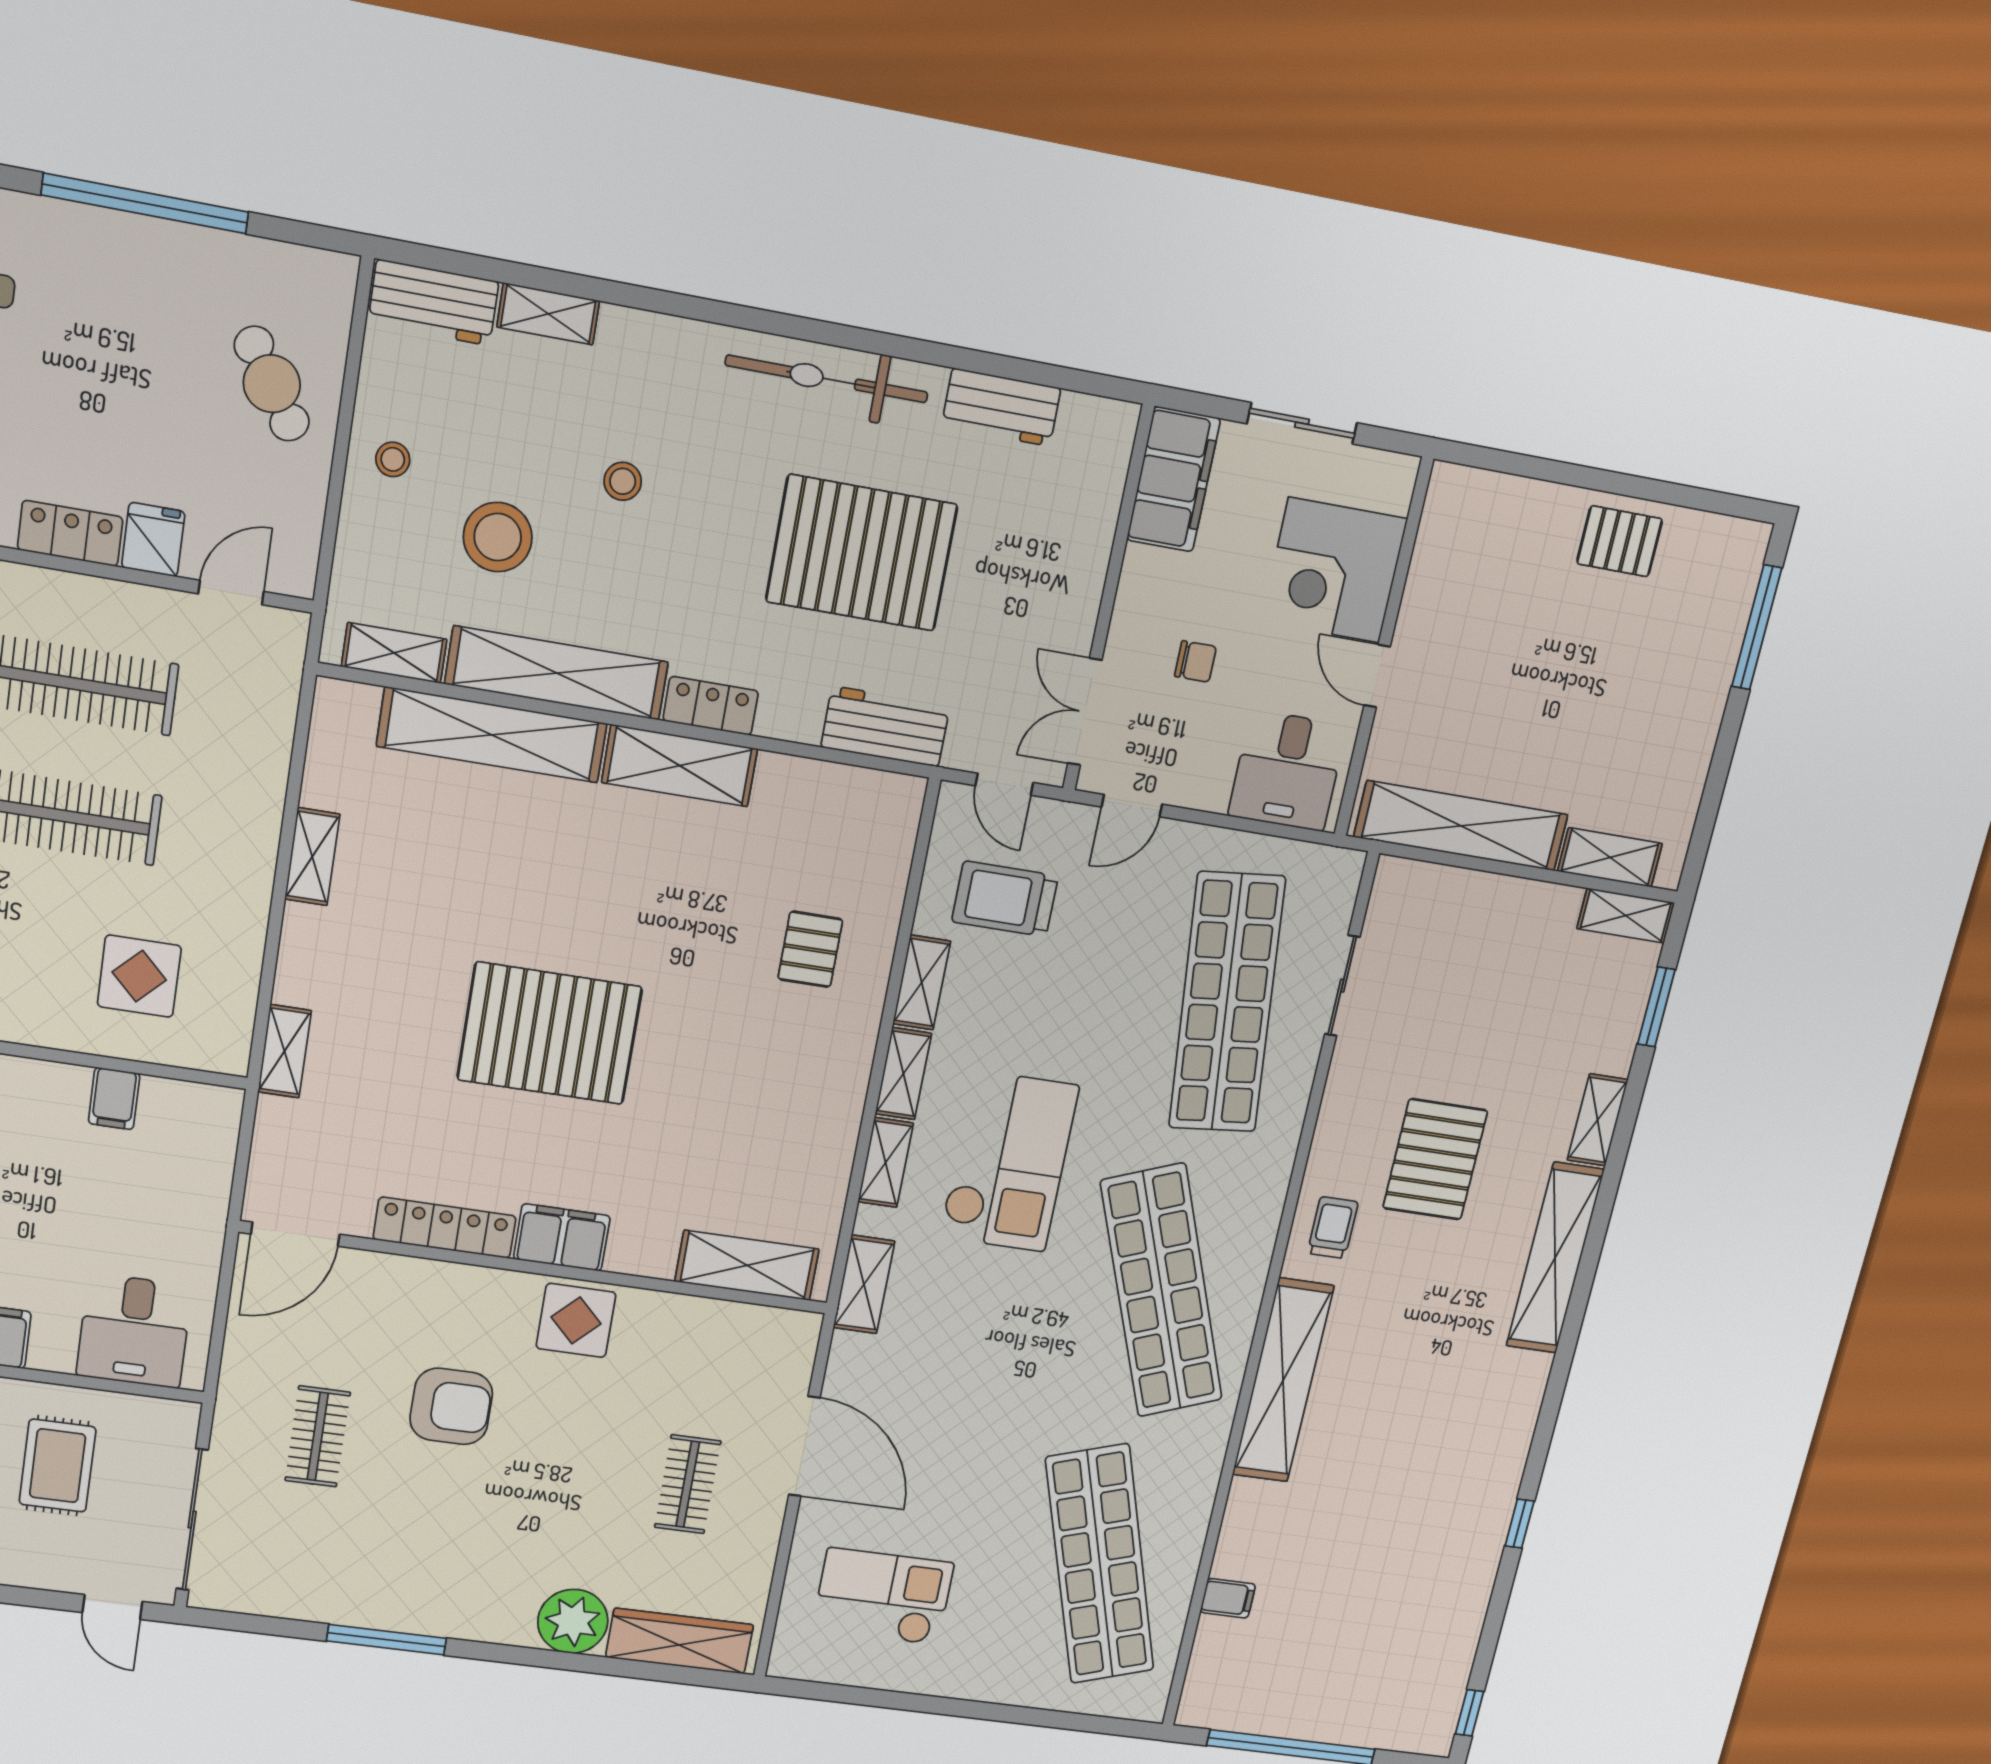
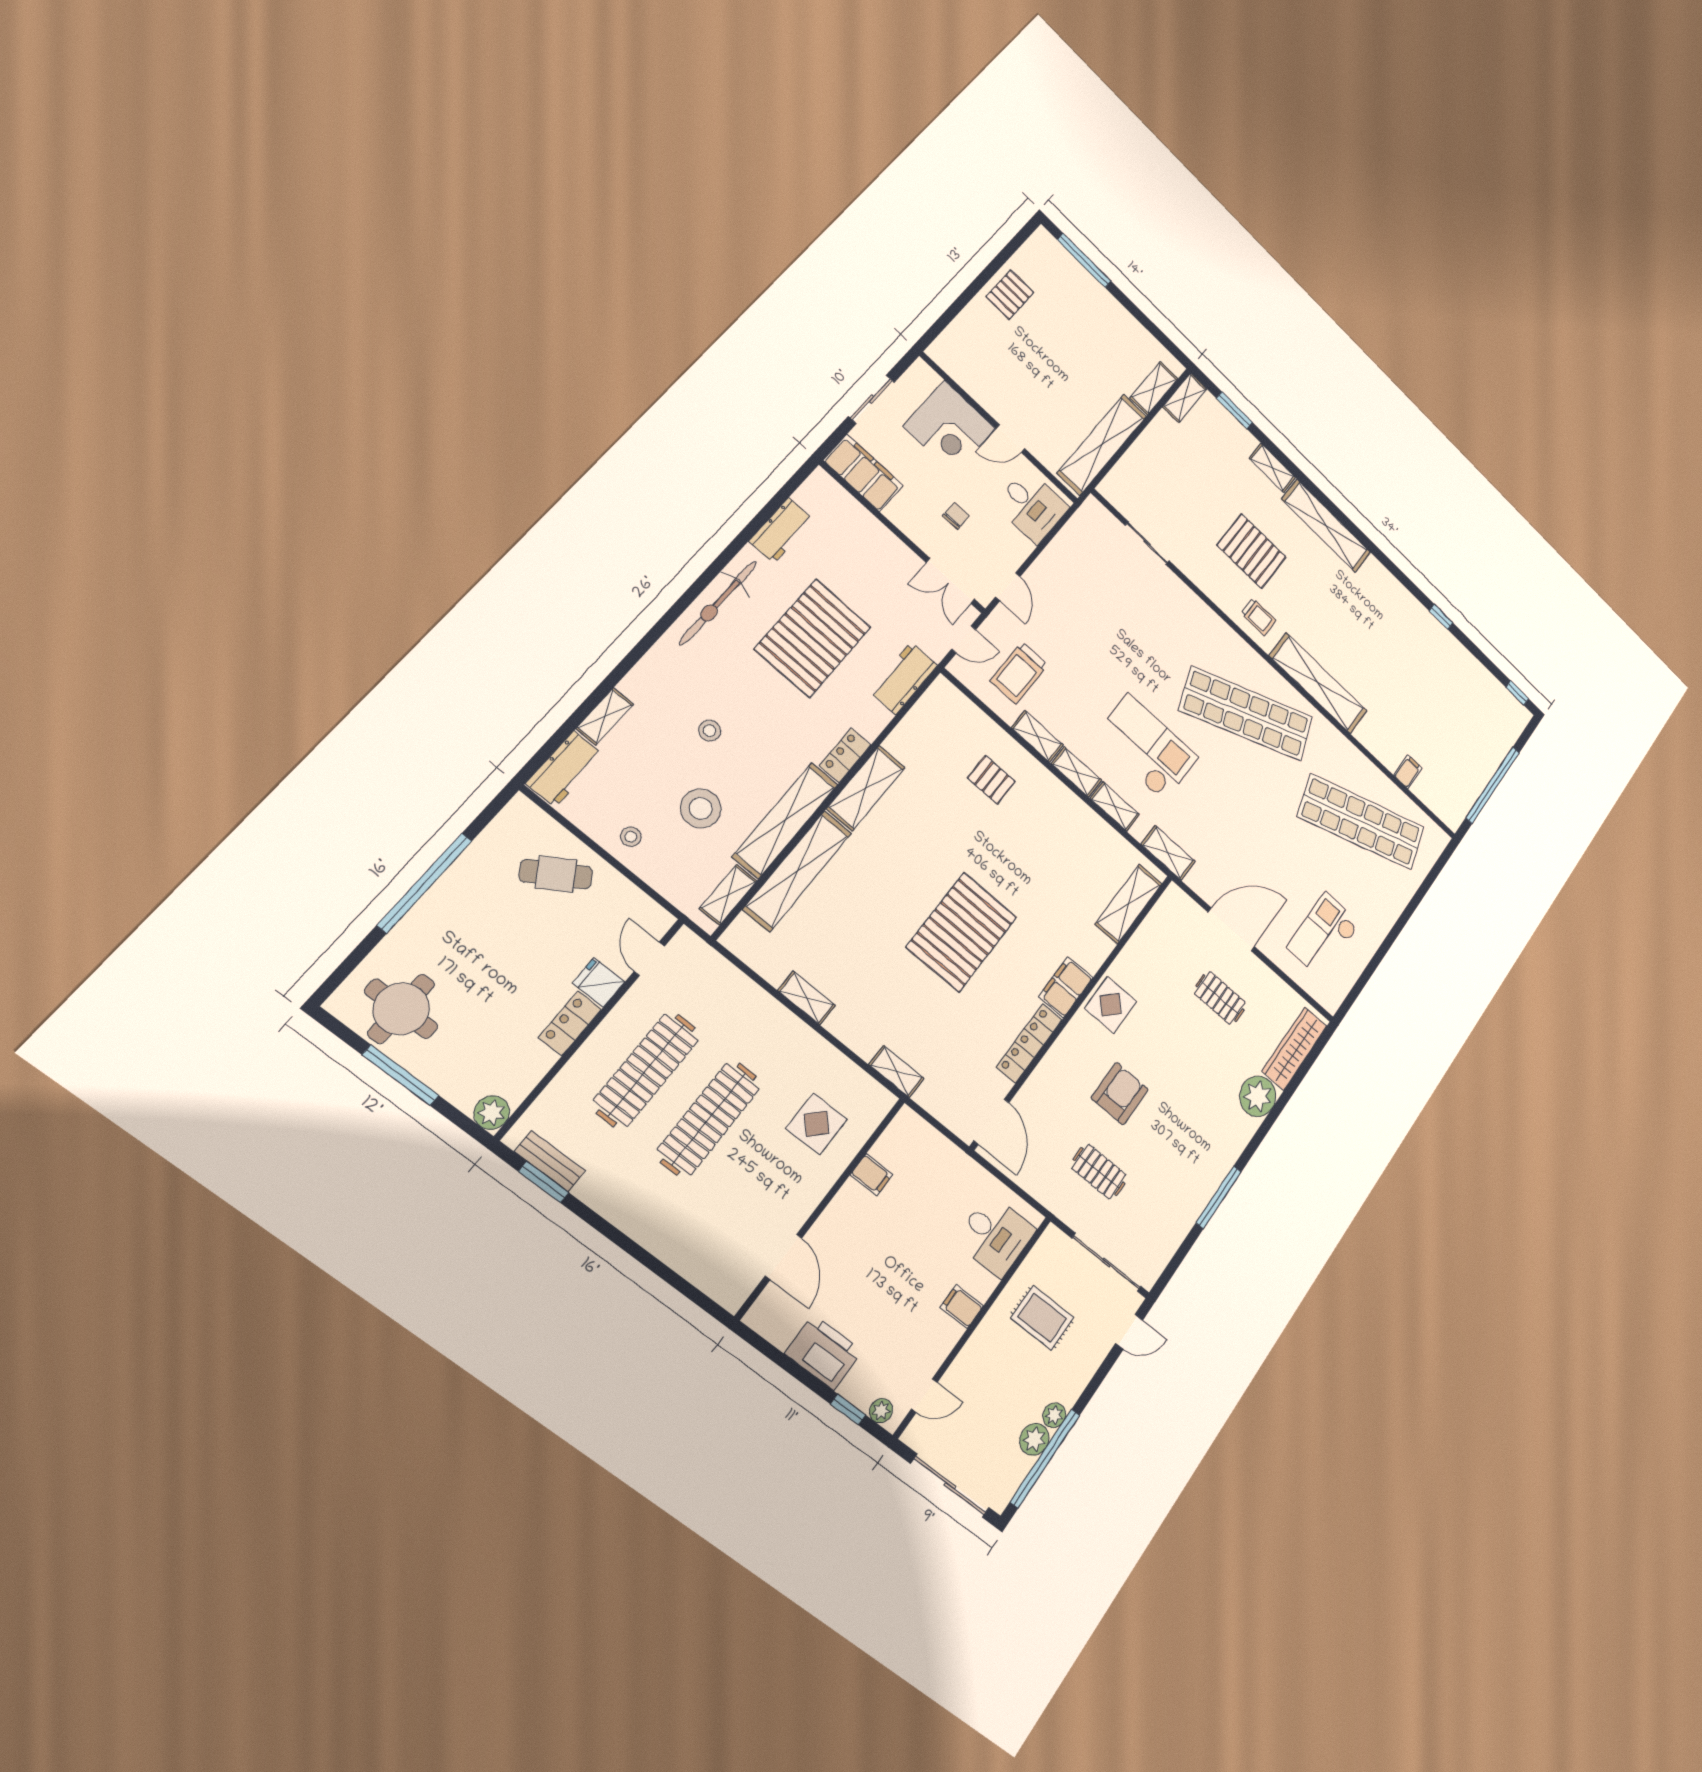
shop shelf: (1227, 1003) -> (1126, 600), removed
trolley: (1333, 1228) -> (1259, 617), turned 180

